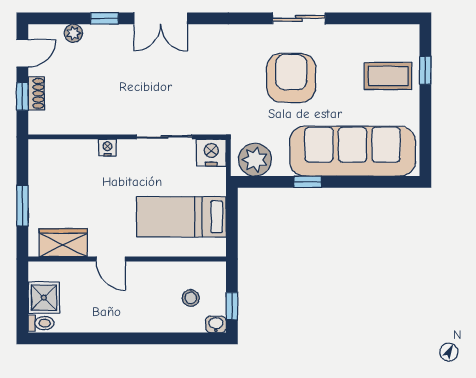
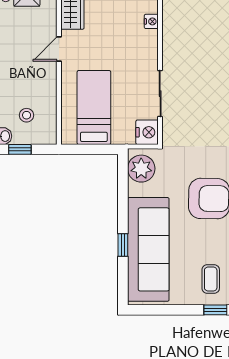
coffee table: (388, 76) -> (211, 279), width x0.73, depth x0.77
nightstand: (107, 148) -> (151, 21), moved
window: (308, 182) -> (123, 245), moved

